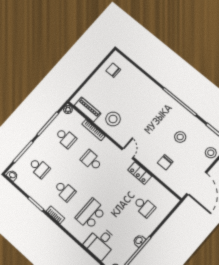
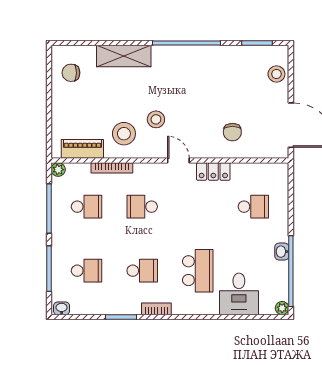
shelving: (145, 83) -> (124, 56), added
stool: (180, 137) -> (156, 119), moved
school desk: (91, 214) -> (198, 271), turned 180

